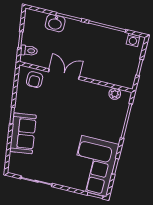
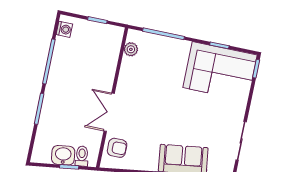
washbasin: (55, 23) -> (63, 155), moved, turned -98

